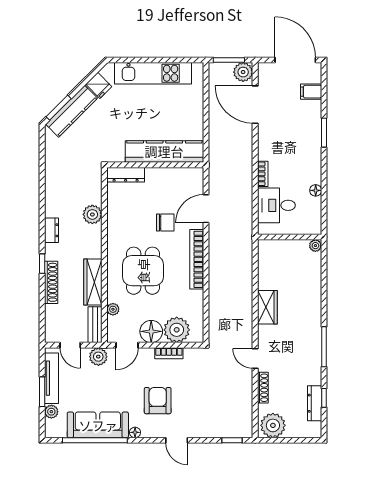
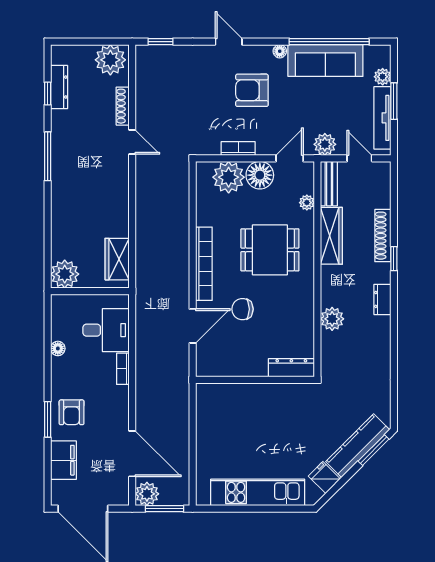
filing cabinet: (311, 92) -> (63, 460), width x2.00
armchair: (304, 138) -> (72, 412), added
kitchen counter: (164, 151) -> (244, 396), removed
plant: (315, 246) -> (65, 274), width x1.87, depth x1.87
dining table: (143, 271) -> (270, 250), turned 90
wardrobe: (267, 307) -> (117, 259), moved
armchair: (158, 401) -> (252, 90), turned 90

